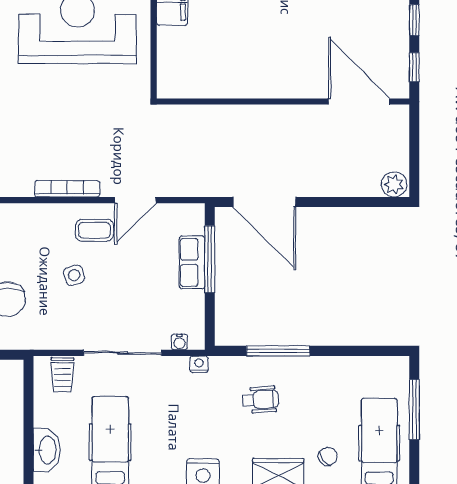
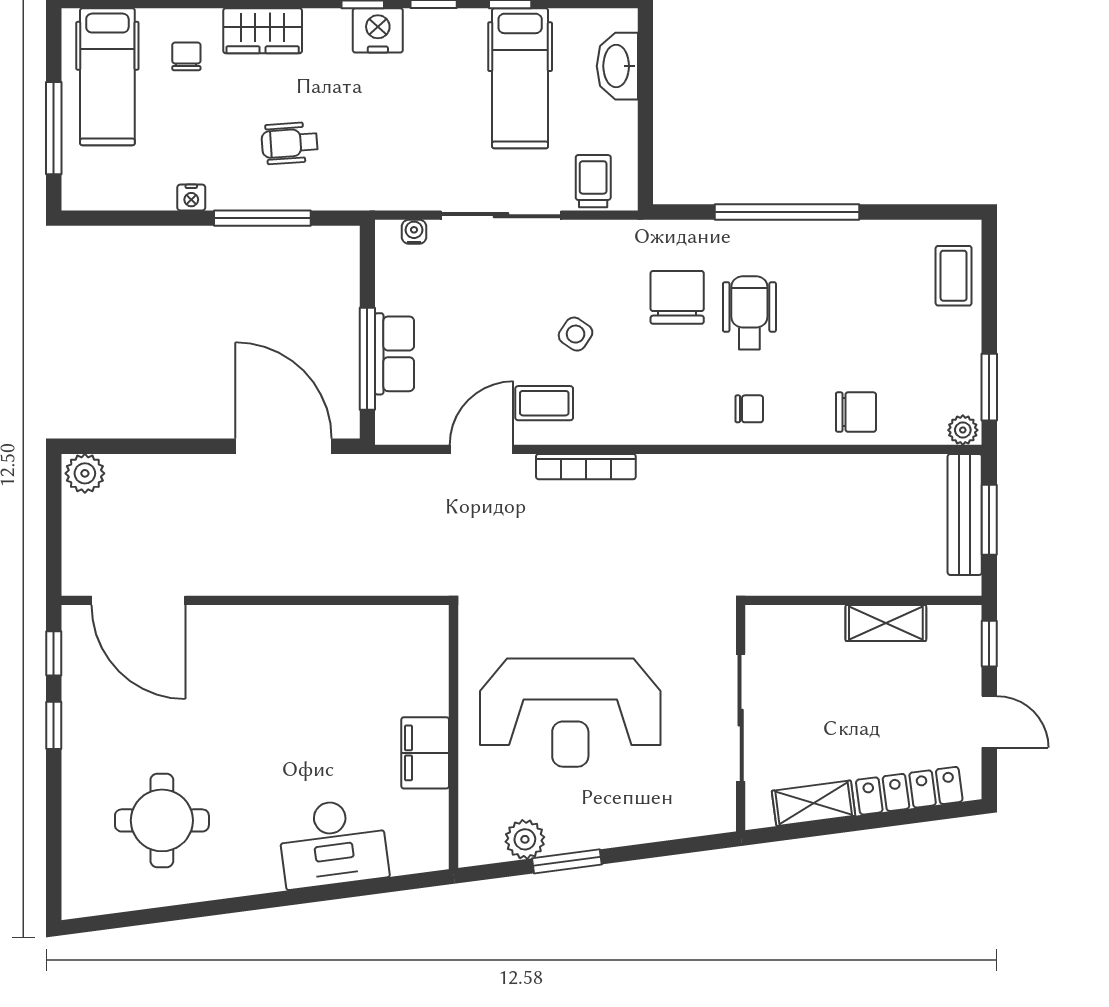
side table: (74, 275) -> (576, 334), turned -38
nightstand: (199, 364) -> (191, 198), moved
chair: (328, 456) -> (186, 56), turned 128

